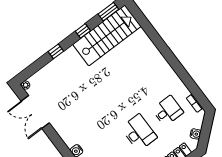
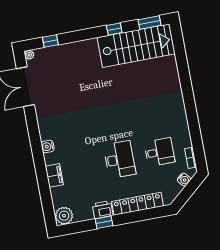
window: (56, 51) -> (50, 41), moved
water cooler: (196, 134) -> (184, 179), moved

